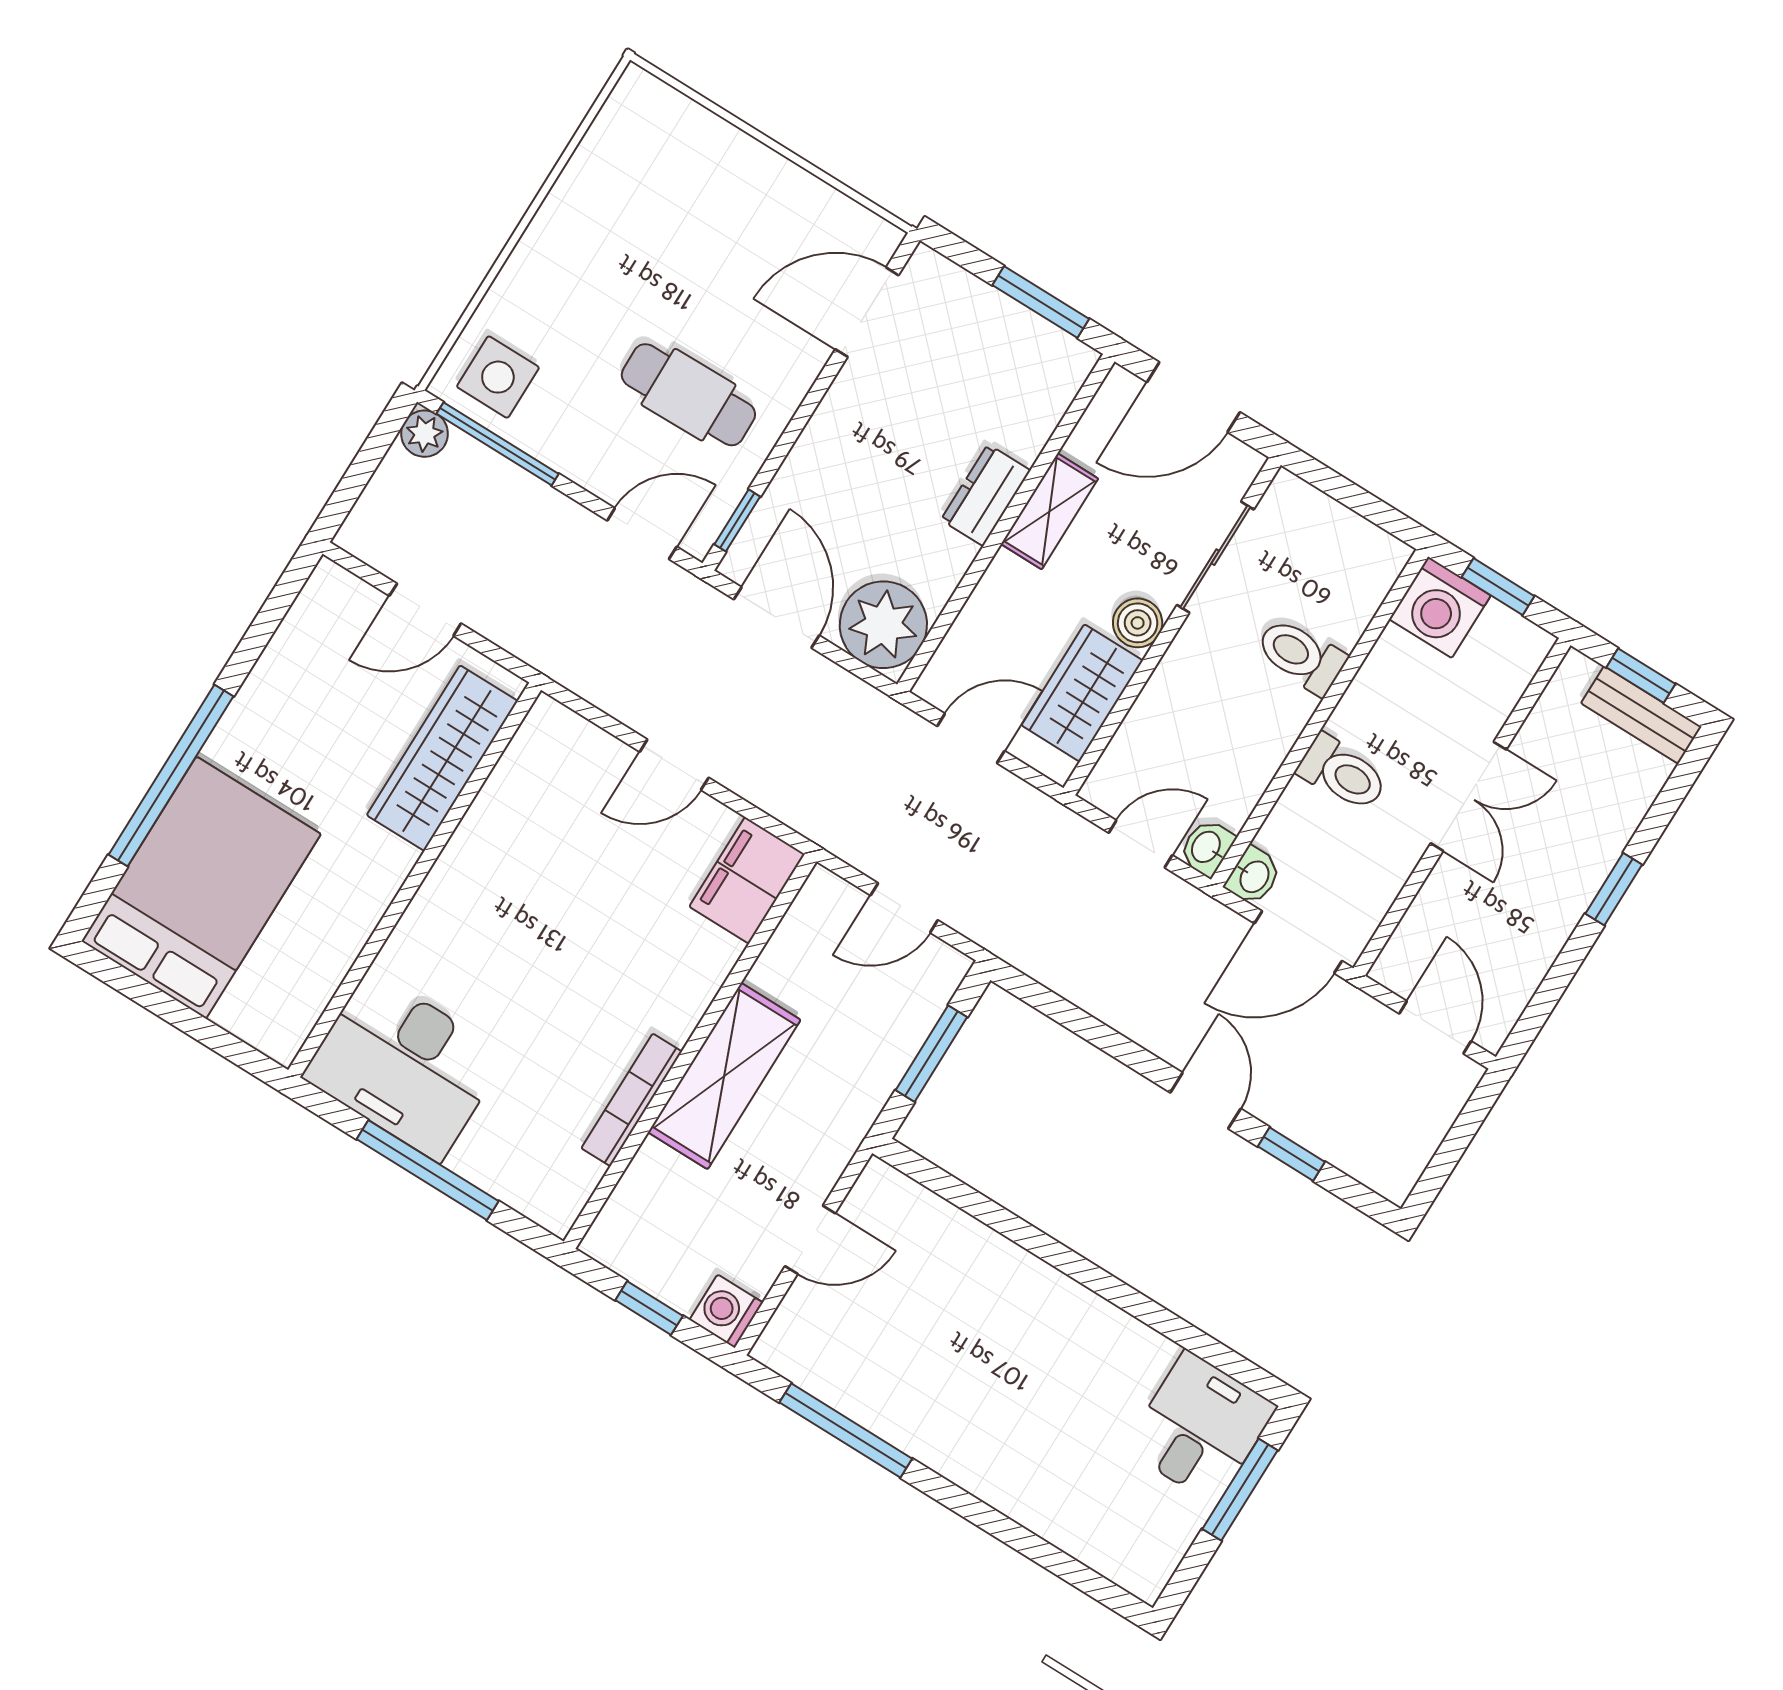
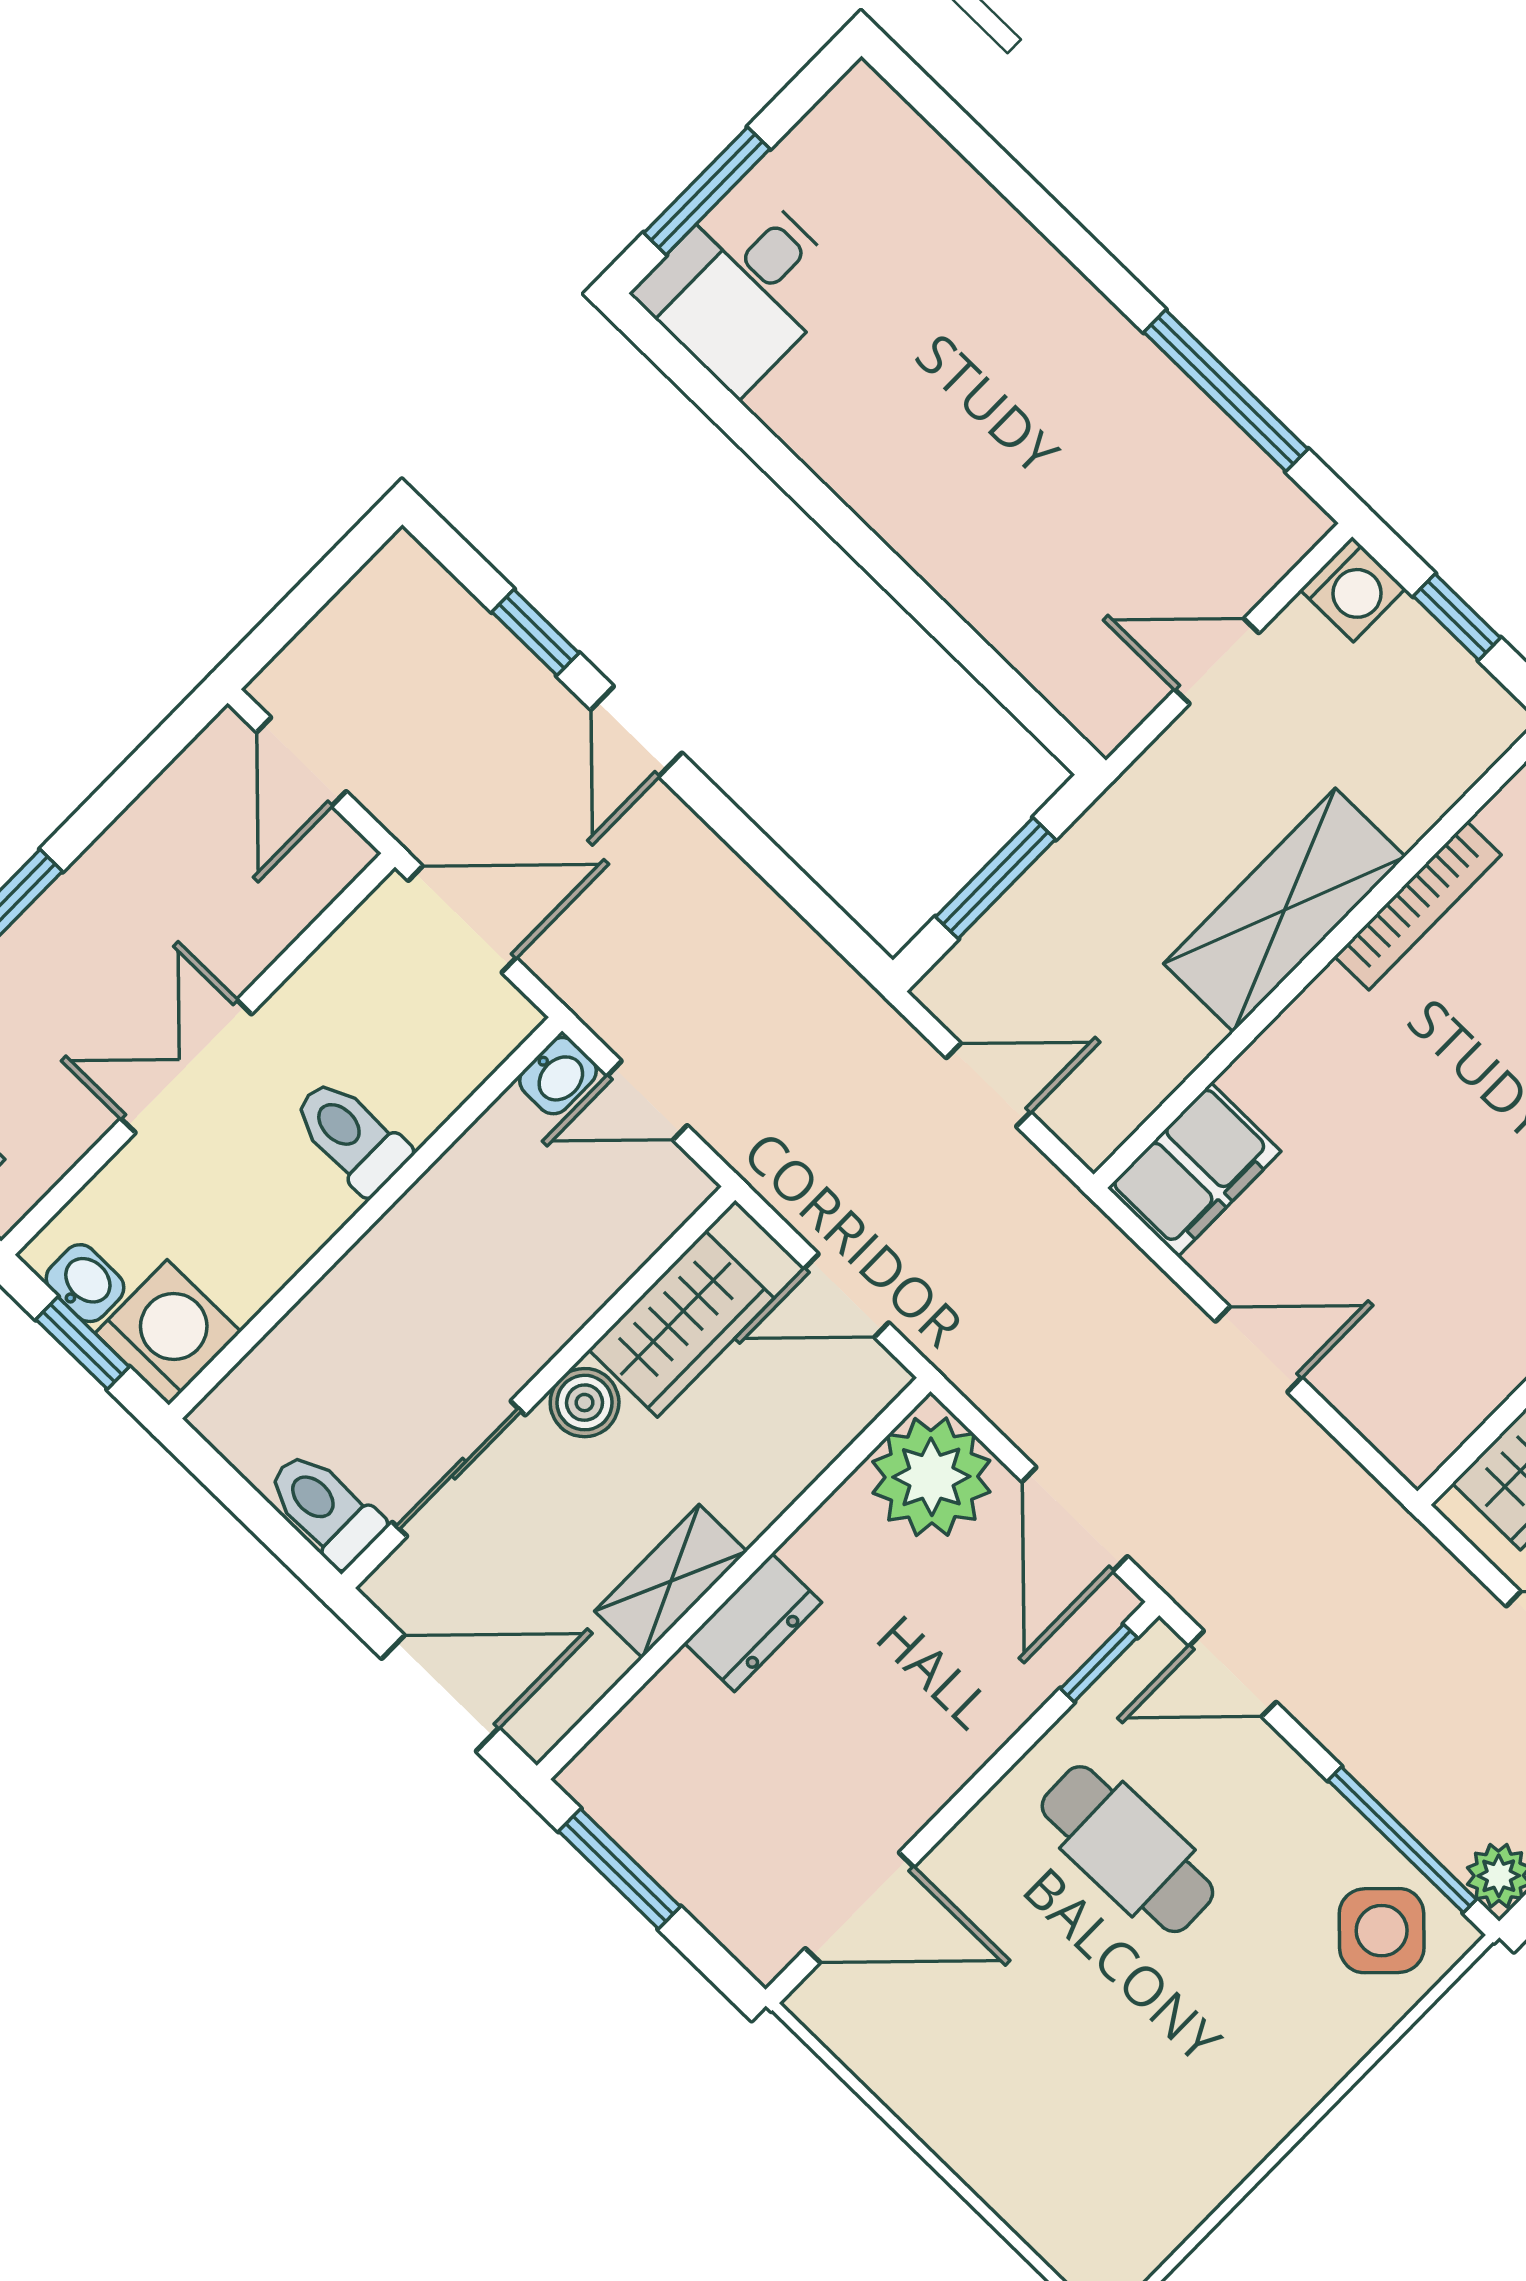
side table: (498, 377) -> (1382, 1931), turned 45
toilet: (1301, 656) -> (325, 1508), moved, turned 180
washbasin: (1253, 876) -> (85, 1283), moved, turned 90

